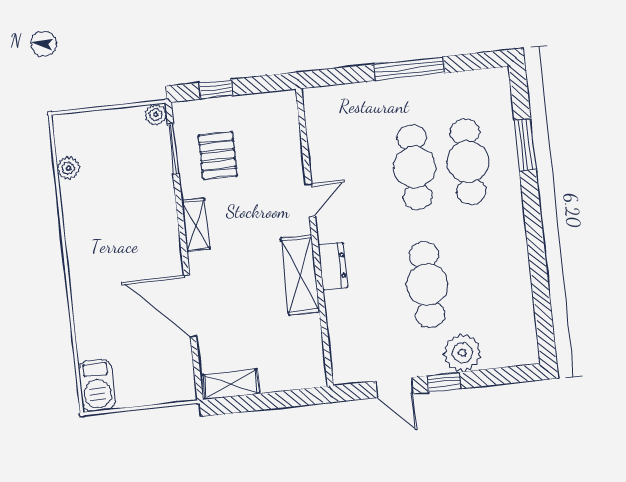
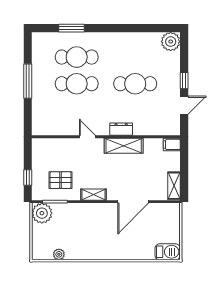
plant: (156, 115) -> (42, 213), width x1.87, depth x1.87
plant: (462, 353) -> (171, 42), moved
filing cabinet: (313, 371) -> (172, 144), added

